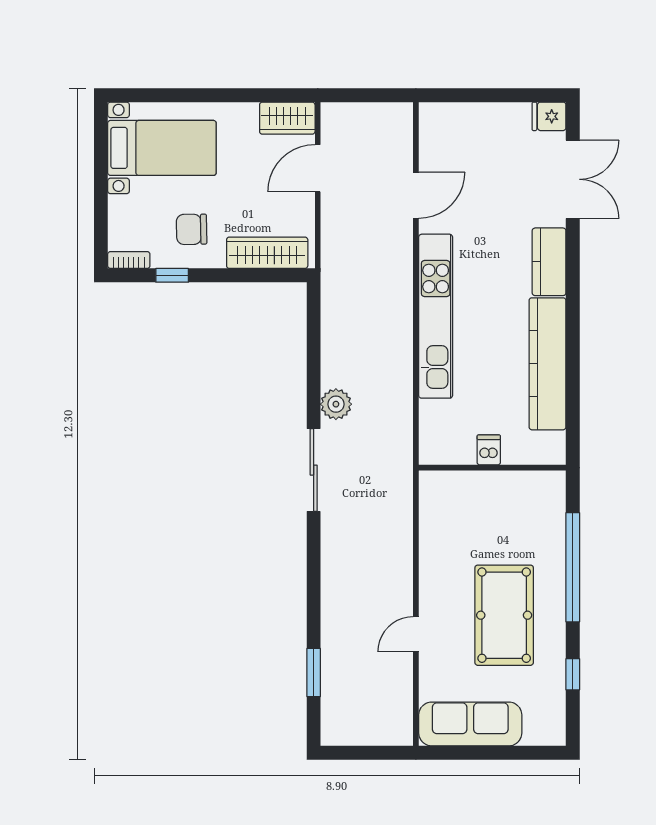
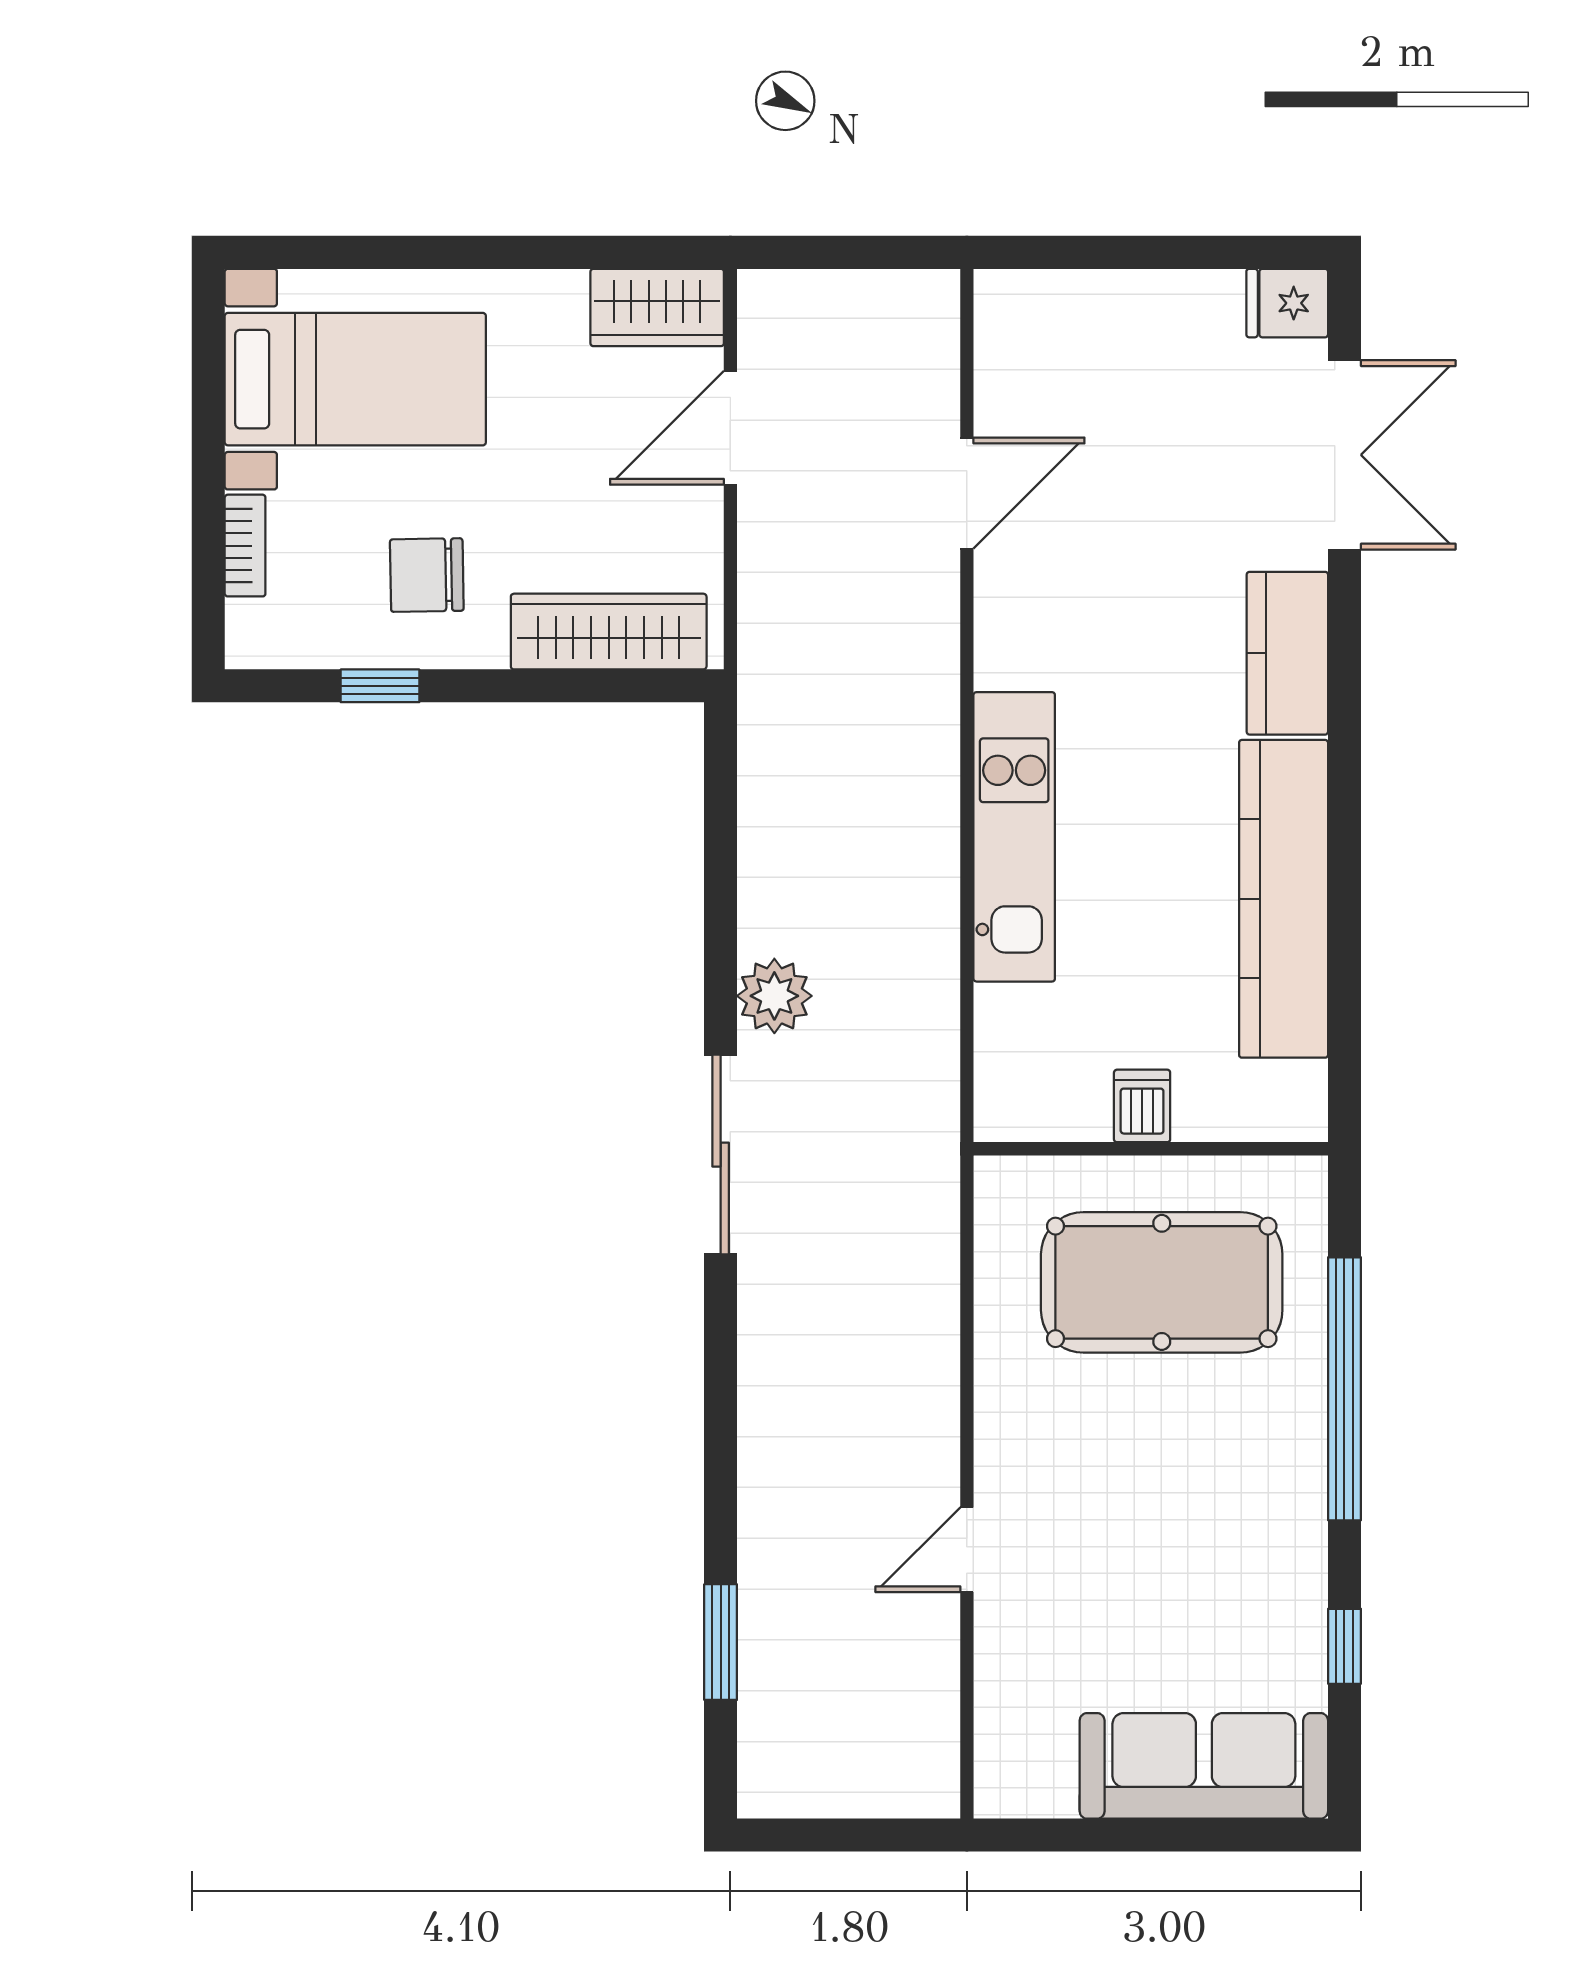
bookcase: (129, 260) -> (245, 546), moved, turned 90
kitchen unit: (436, 316) -> (1014, 837), width x0.73
pool table: (504, 615) -> (1162, 1282), moved, turned 90
sofa: (470, 724) -> (1204, 1766), moved

